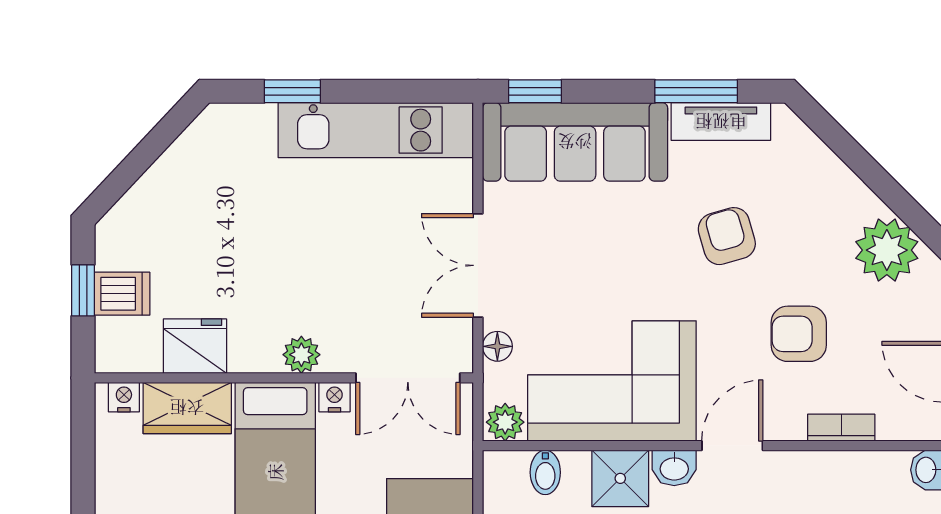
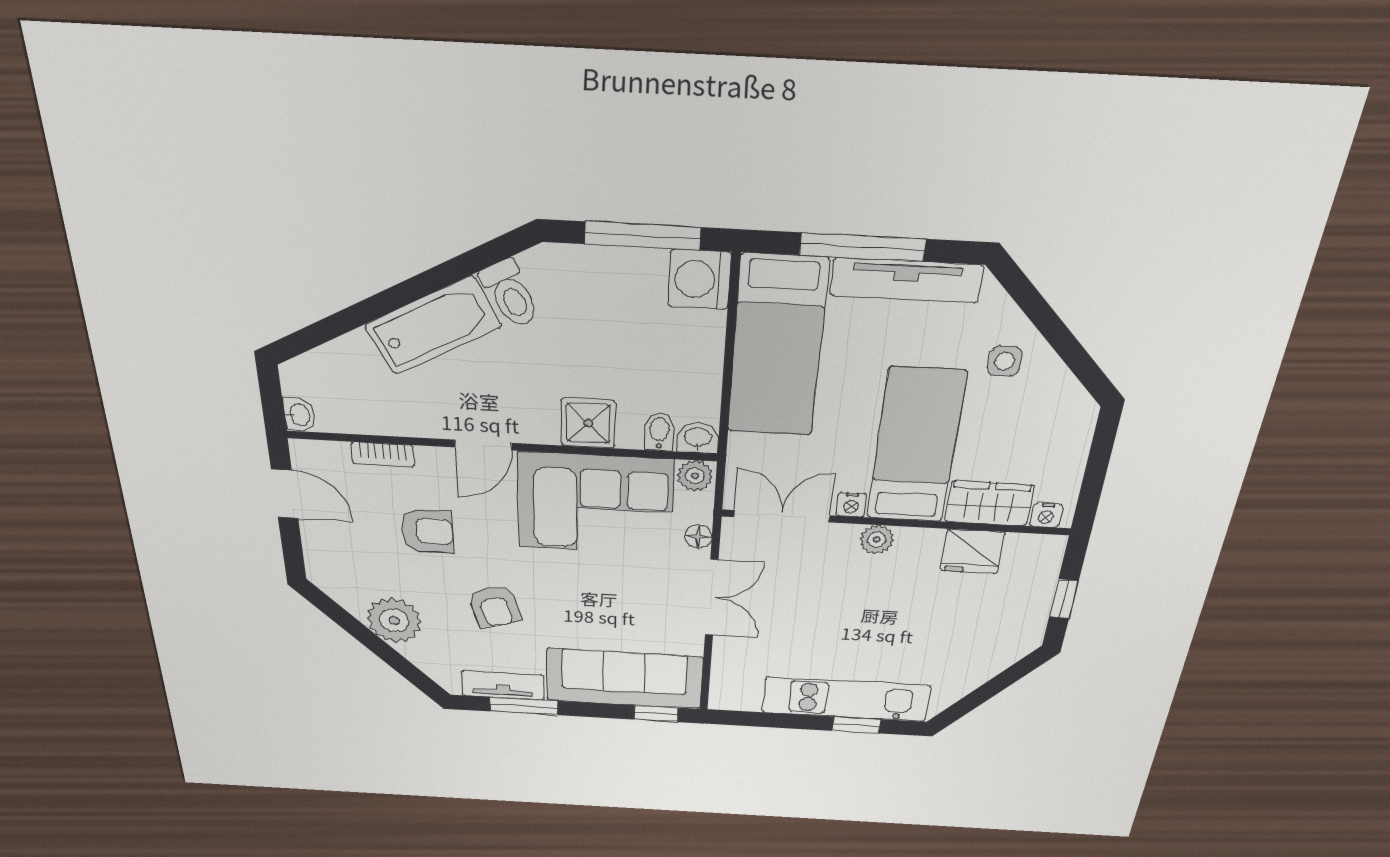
kitchen unit: (376, 130) -> (846, 699), moved
plant: (887, 250) -> (394, 620), moved
dishwasher: (122, 294) -> (1030, 595), removed
washbasin: (674, 468) -> (698, 438), moved

